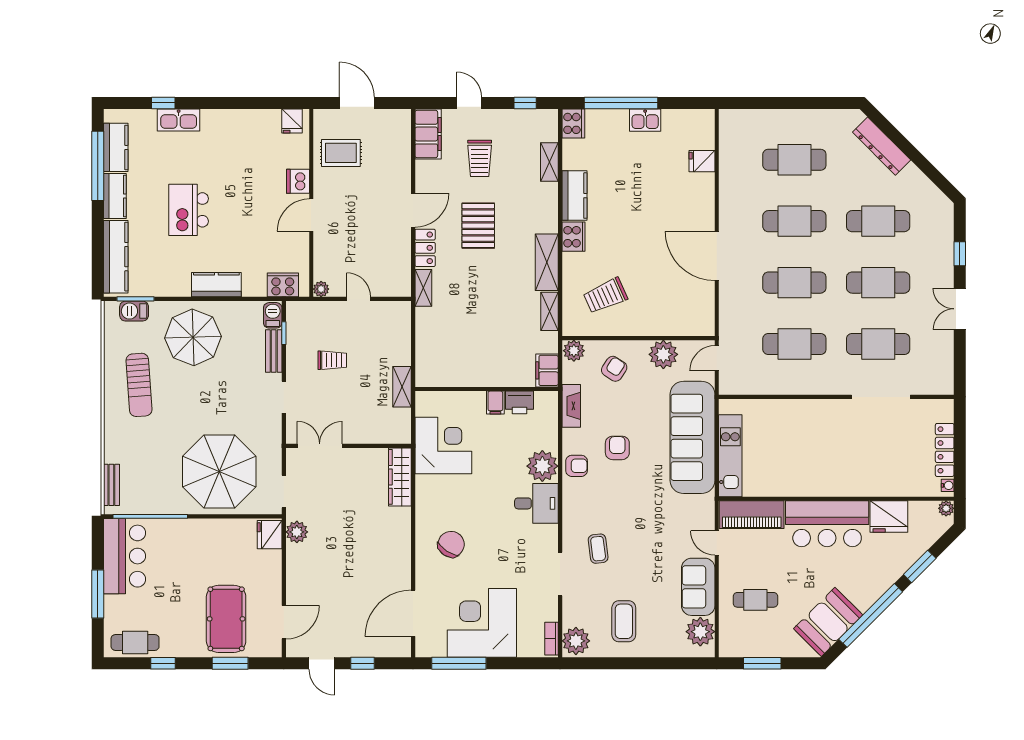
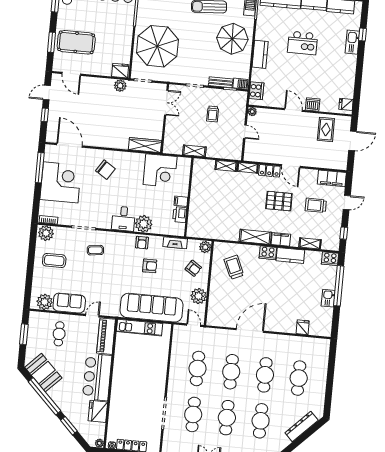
kitchen island: (189, 210) -> (303, 43), turned 180
door: (359, 299) -> (245, 132), hinge flipped
shelving: (549, 311) -> (226, 166), moved
filing cabinet: (547, 370) -> (281, 239), moved

